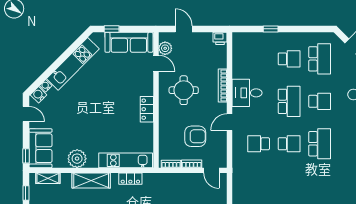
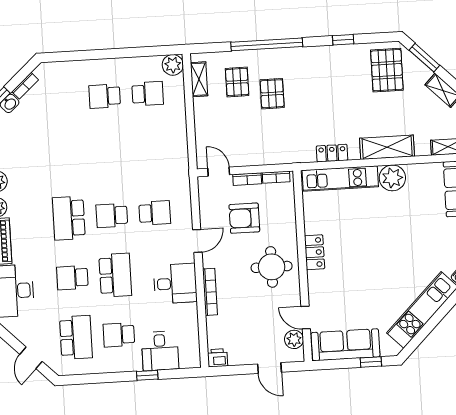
desk: (261, 46) -> (160, 351), added
school desk: (320, 59) -> (76, 337), turned 180
round table: (184, 90) -> (272, 267), moved
school desk: (289, 101) -> (115, 275), turned 180
plant: (77, 159) -> (392, 178), moved

